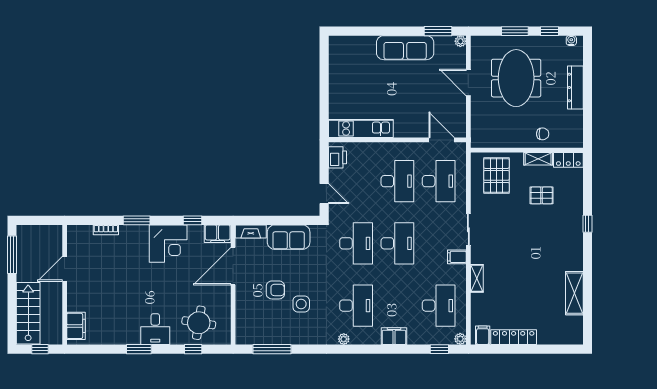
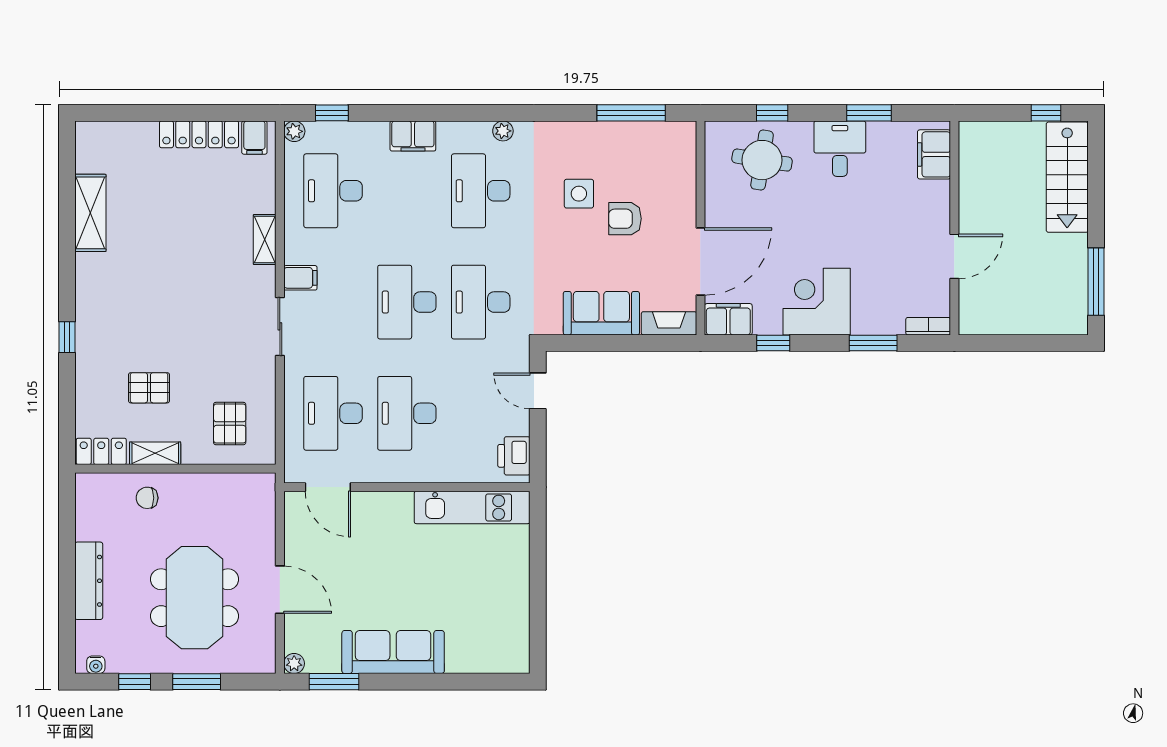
pallet: (496, 175) -> (230, 424), width x0.67, depth x0.71
door: (65, 269) -> (954, 256), moved
wall: (65, 285) -> (954, 228), moved
filing cabinet: (76, 326) -> (934, 154), moved

